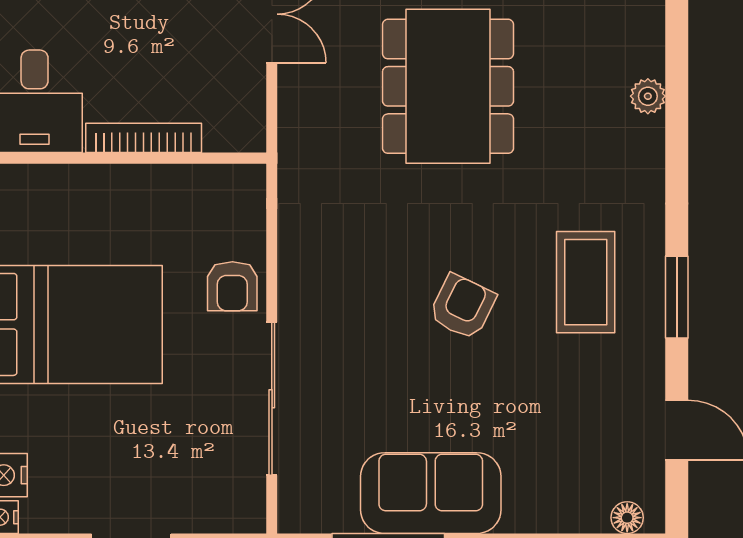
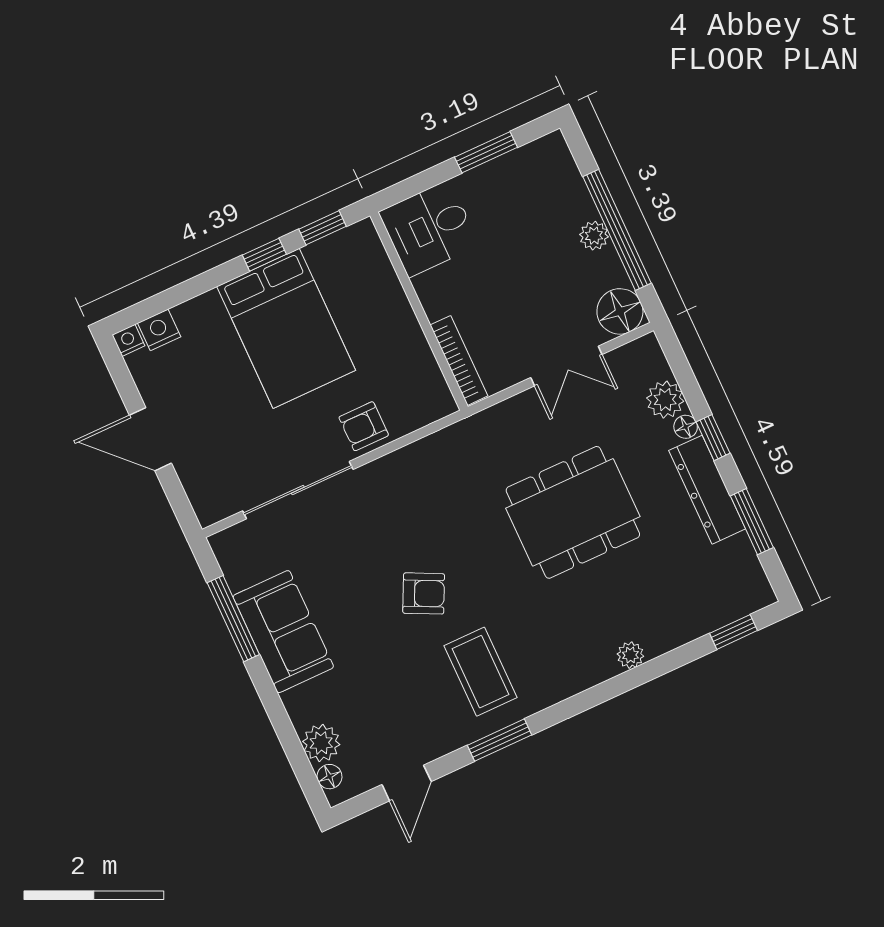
bookcase: (144, 138) -> (459, 360), moved
coffee table: (586, 282) -> (481, 672), turned 90
plant: (583, 509) -> (321, 743), added

